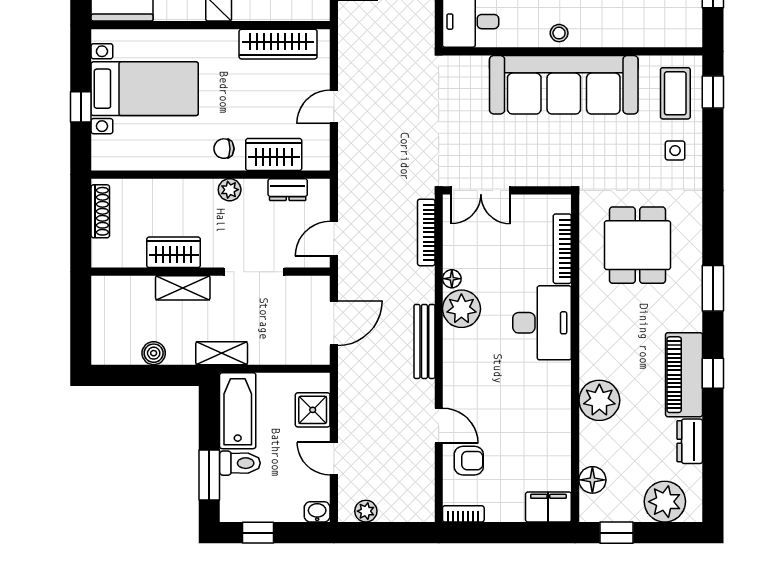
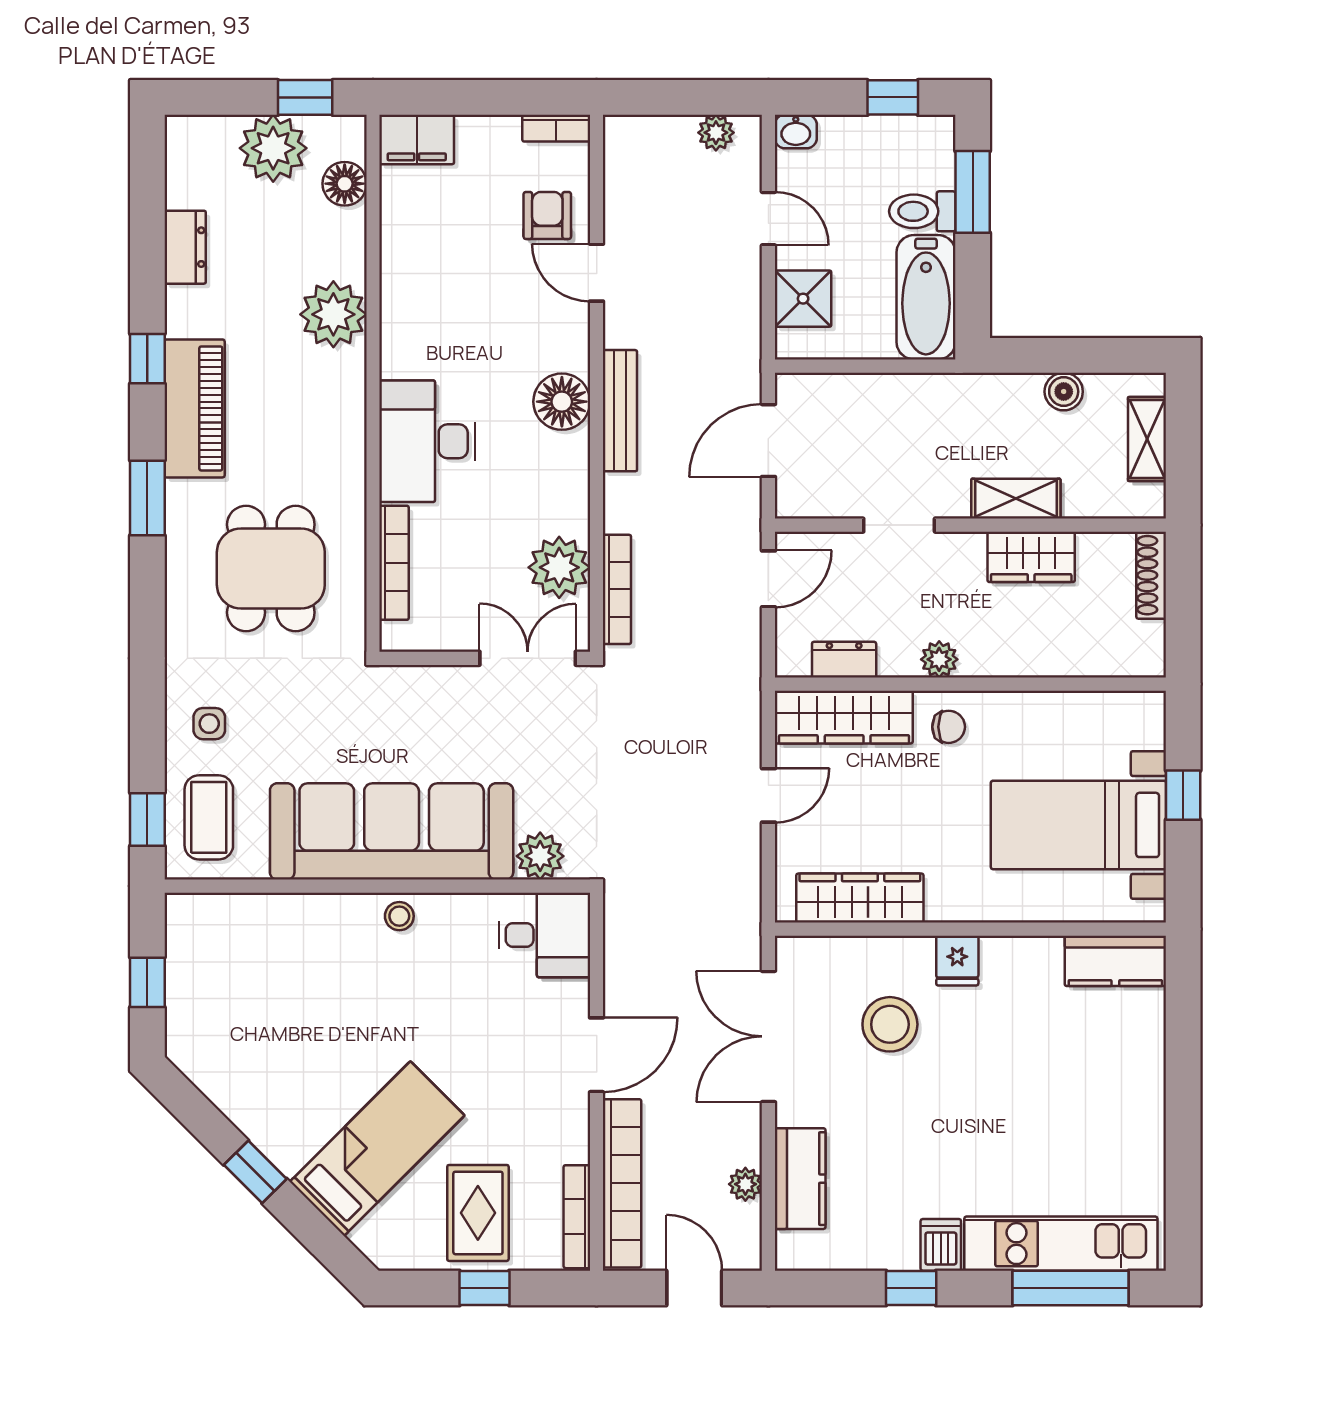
plant: (473, 70) -> (540, 856), added
wardrobe: (274, 155) -> (844, 717), width x1.50
shoe rack: (100, 211) -> (1151, 575), moved
doorway: (254, 272) -> (899, 525), width x0.73
floor lamp: (452, 279) -> (562, 402), moved, width x1.89, depth x1.89
plant: (461, 309) -> (559, 567), moved
shelving: (222, 353) -> (1147, 439), moved, turned 90
piano: (684, 375) -> (195, 408), moved
armchair: (469, 461) -> (547, 215), turned 90
plant: (665, 502) -> (273, 148), moved

